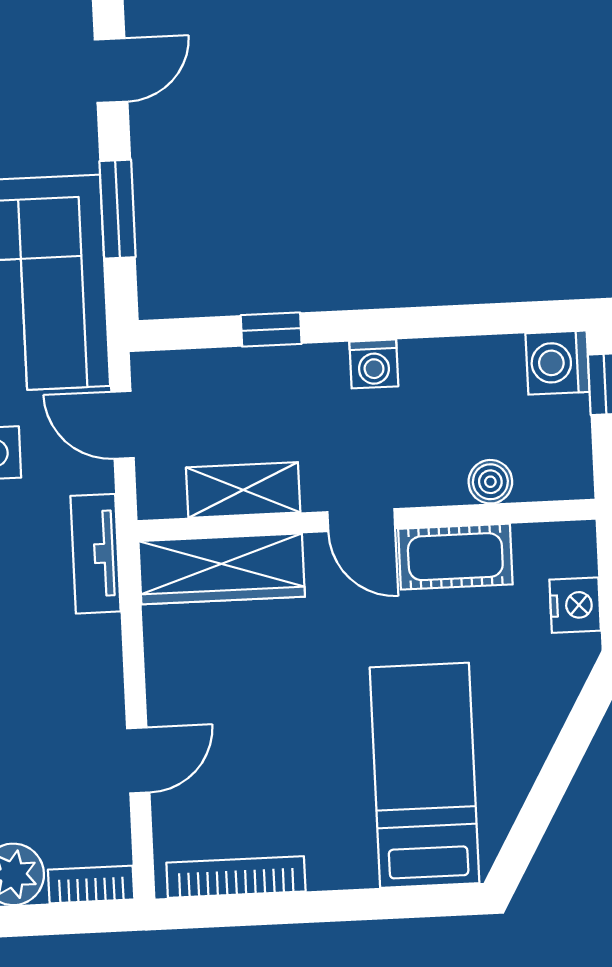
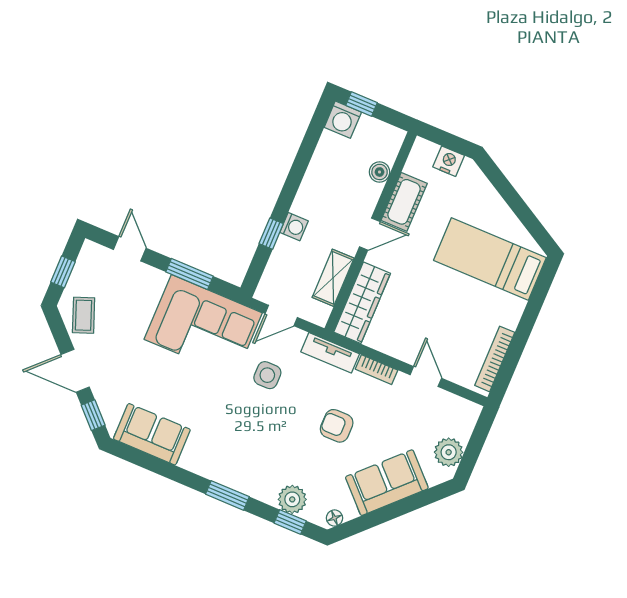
washing machine: (374, 364) -> (294, 227), moved
bookcase: (91, 885) -> (377, 370), moved, turned -90

